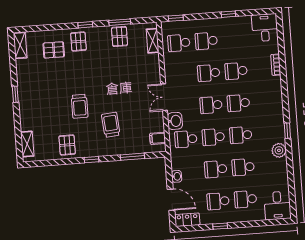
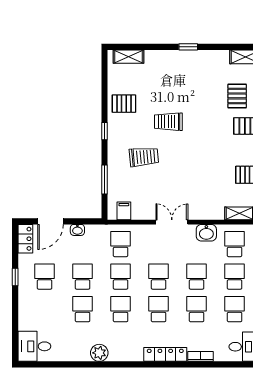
locker: (276, 95) -> (165, 354), added
washbasin: (175, 121) -> (206, 233), moved
window: (287, 131) -> (122, 364), removed
school desk: (245, 199) -> (235, 309), moved

